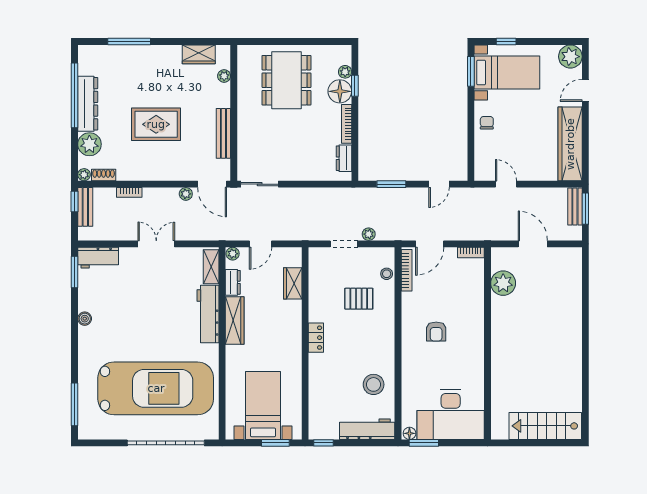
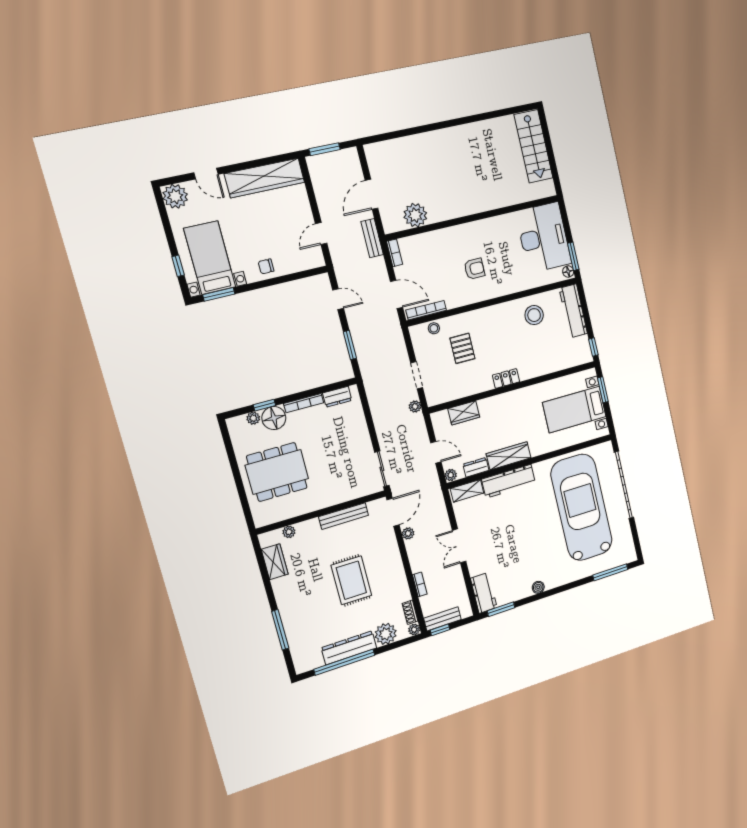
bench: (575, 207) -> (372, 238), moved, turned 90
plant: (369, 234) -> (415, 407), moved

